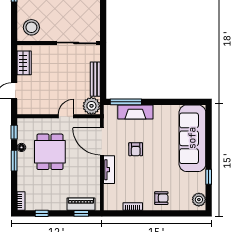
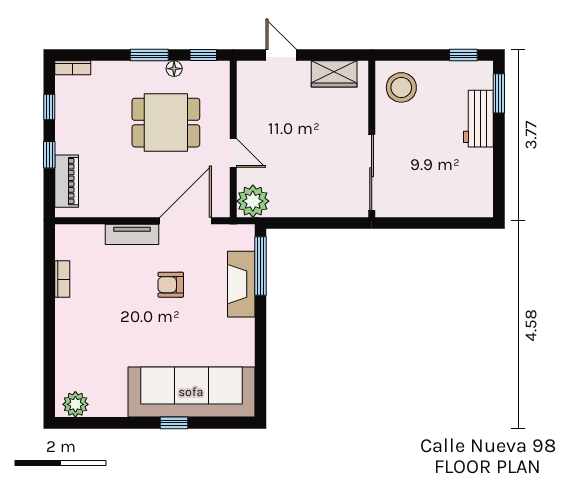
bench: (95, 79) -> (303, 208), removed
window: (209, 177) -> (174, 423), moved
armchair: (161, 198) -> (78, 333), removed
window: (81, 213) -> (49, 155), moved

